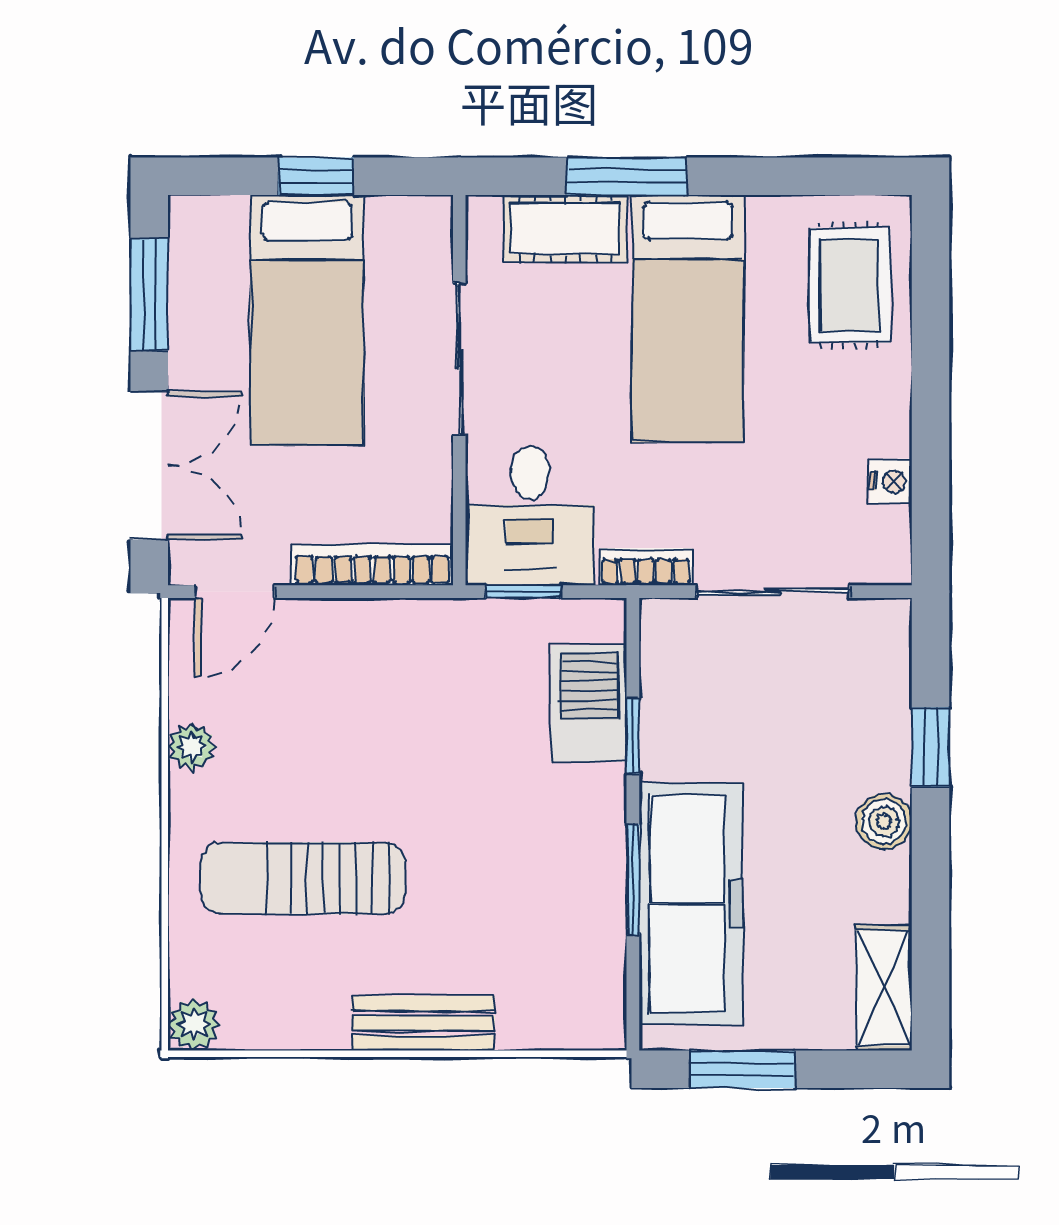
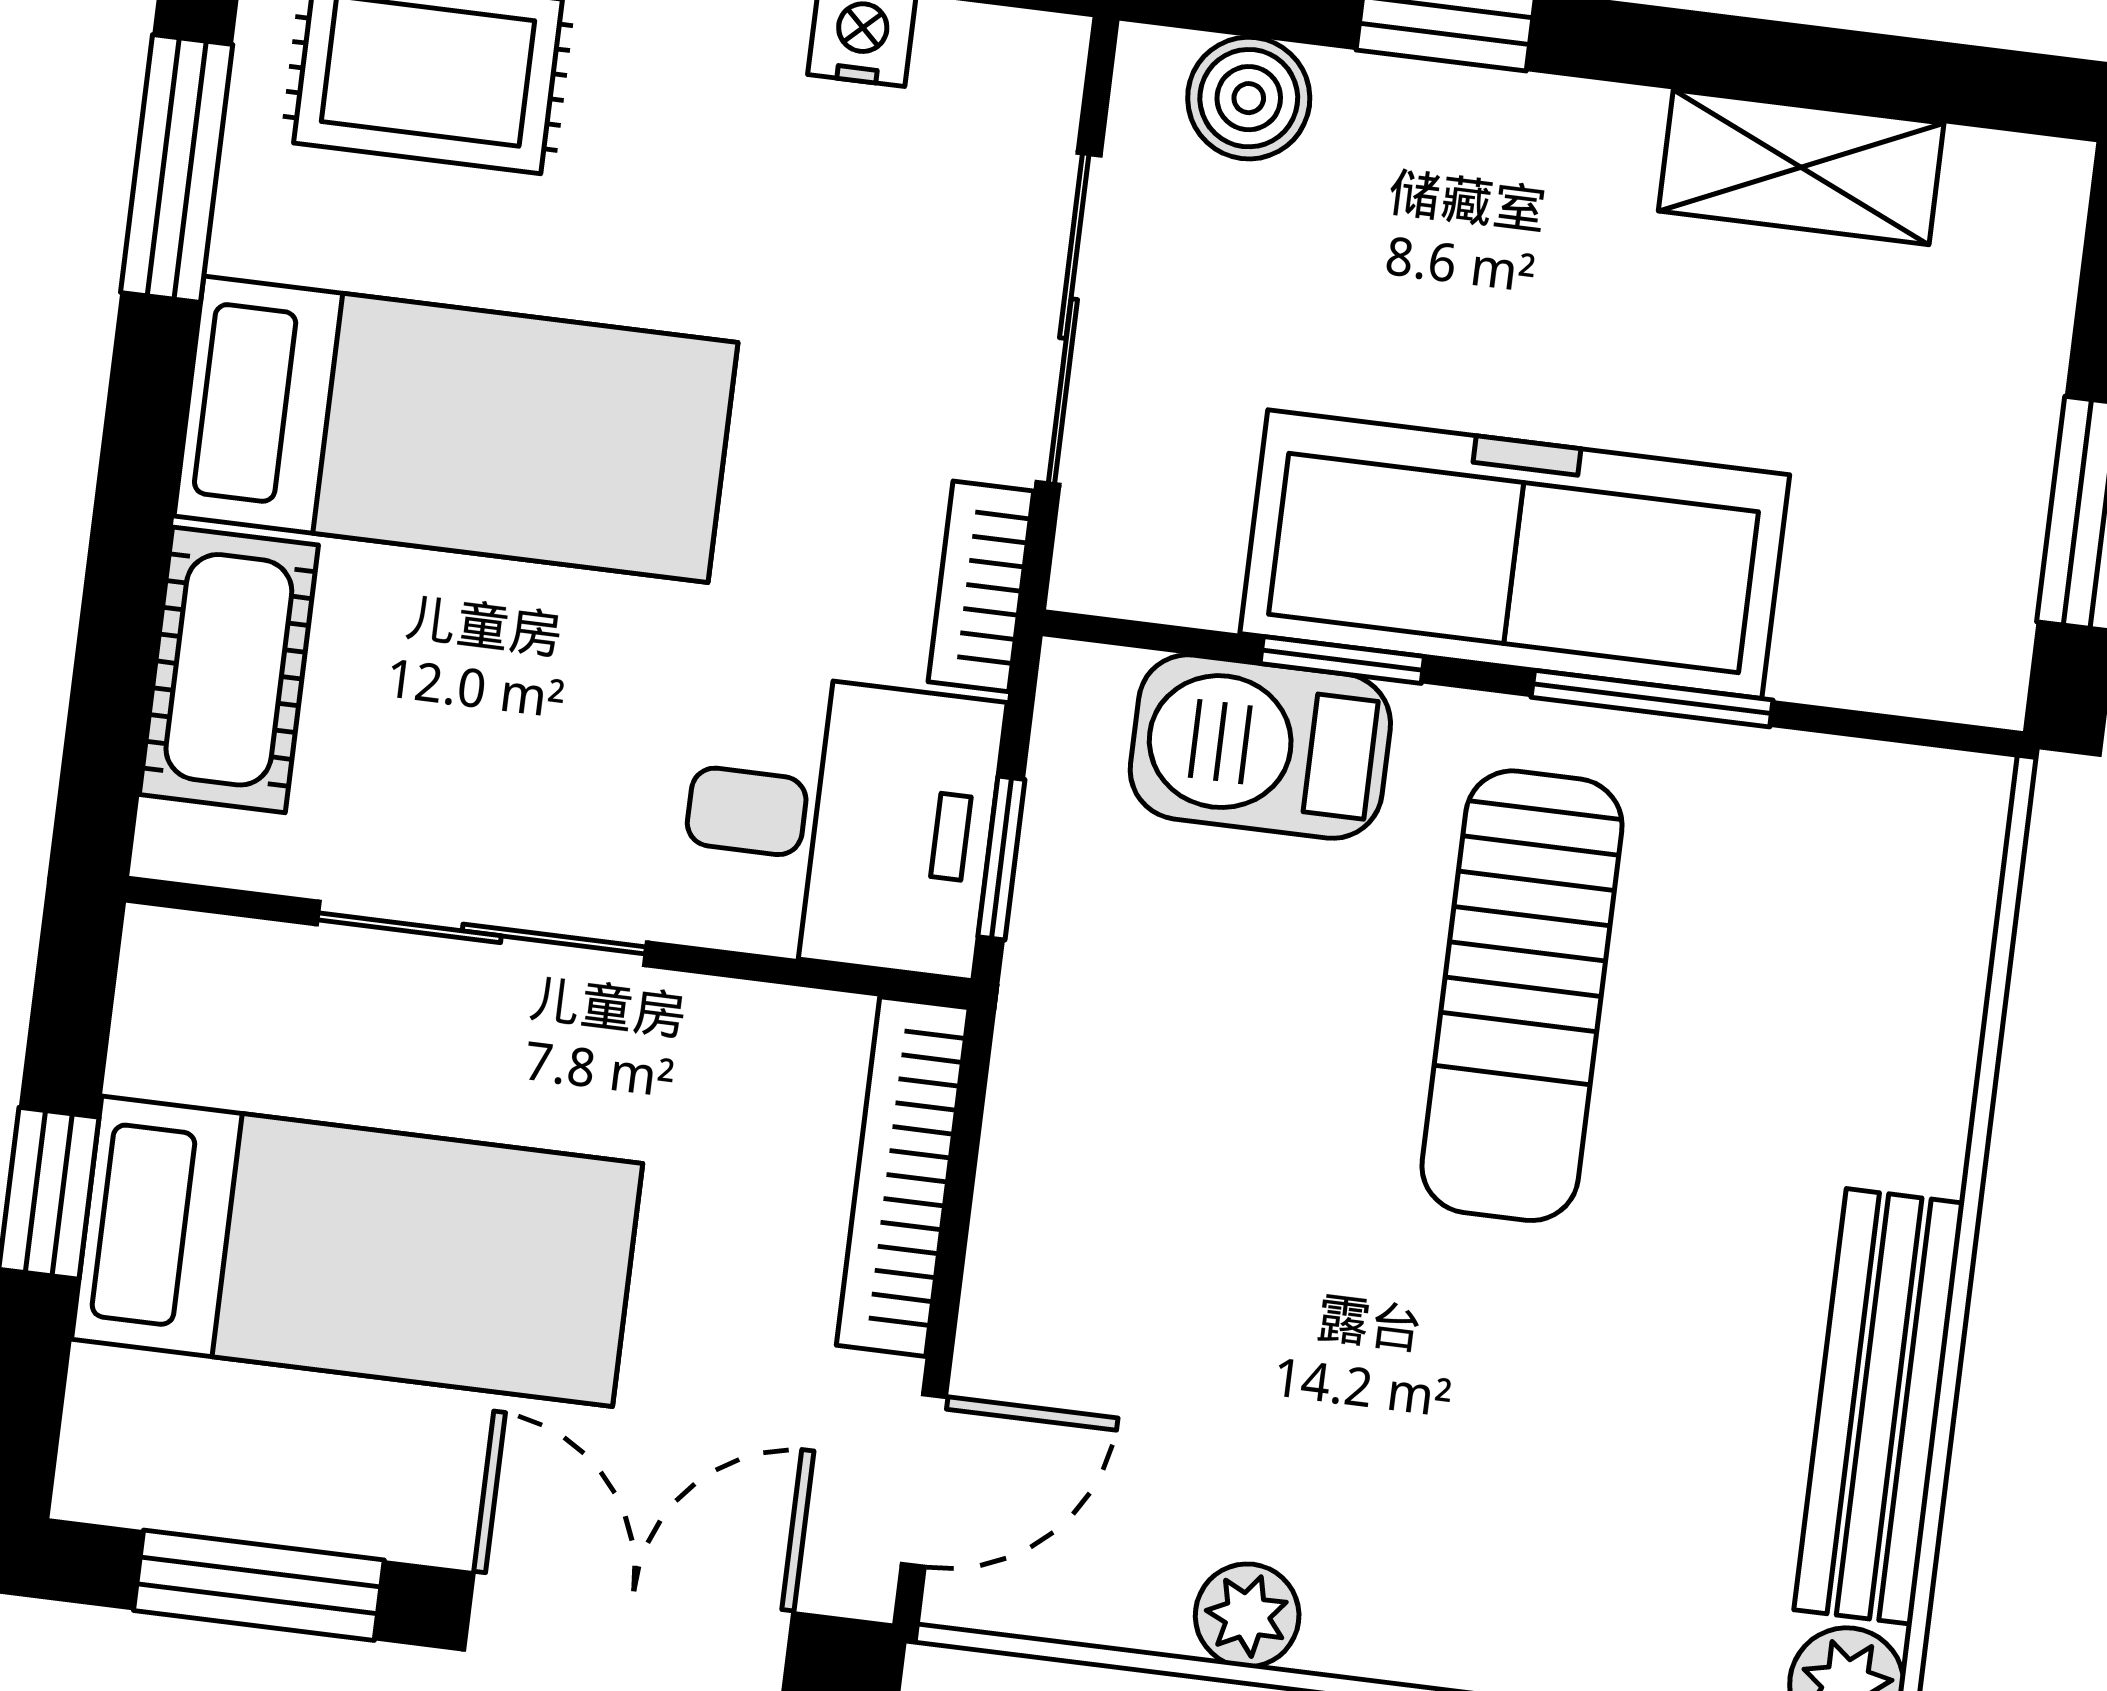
window: (627, 176) -> (177, 168), moved
door: (235, 592) -> (924, 1480), hinge flipped
boiler: (884, 822) -> (1249, 98), moved
sun lounger: (303, 878) -> (1522, 996), moved
freezer: (691, 904) -> (1515, 554), moved
shelving: (884, 988) -> (1801, 167), moved
bench: (423, 1023) -> (1879, 1406), moved, width x1.36

